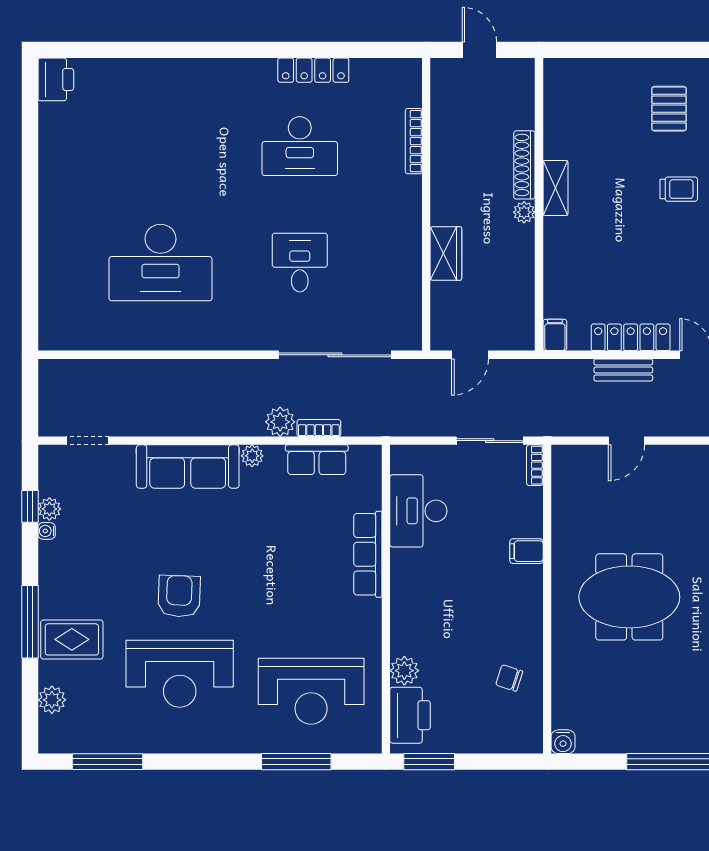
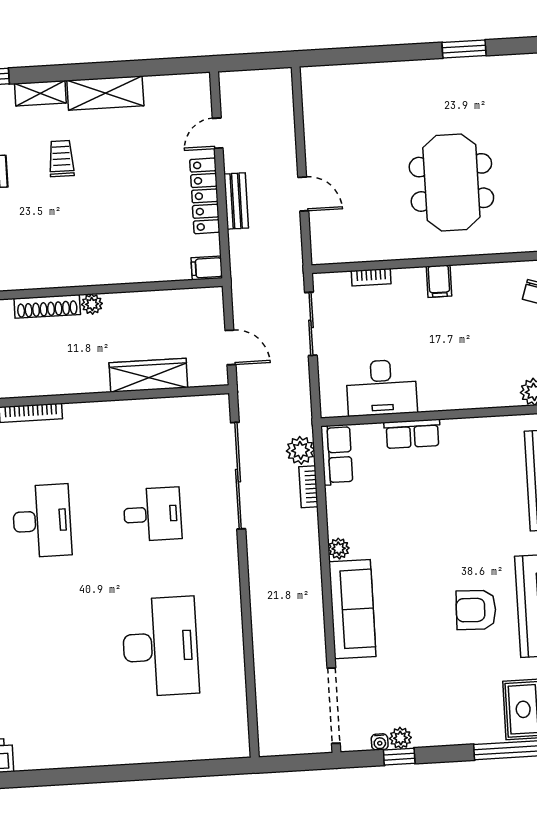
shelving: (555, 188) -> (67, 276), removed
wardrobe: (446, 253) -> (148, 375), width x1.50
desk: (300, 263) -> (152, 514), turned 180
plant: (280, 422) -> (300, 450), moved
doorway: (88, 441) -> (334, 706), width x1.88
row of seats: (317, 460) -> (337, 455), moved
bookcase: (535, 465) -> (371, 277), moved
water cooler: (47, 531) -> (380, 742), moved
filing cabinet: (526, 551) -> (439, 281), moved
row of seats: (368, 554) -> (412, 434), width x0.68

